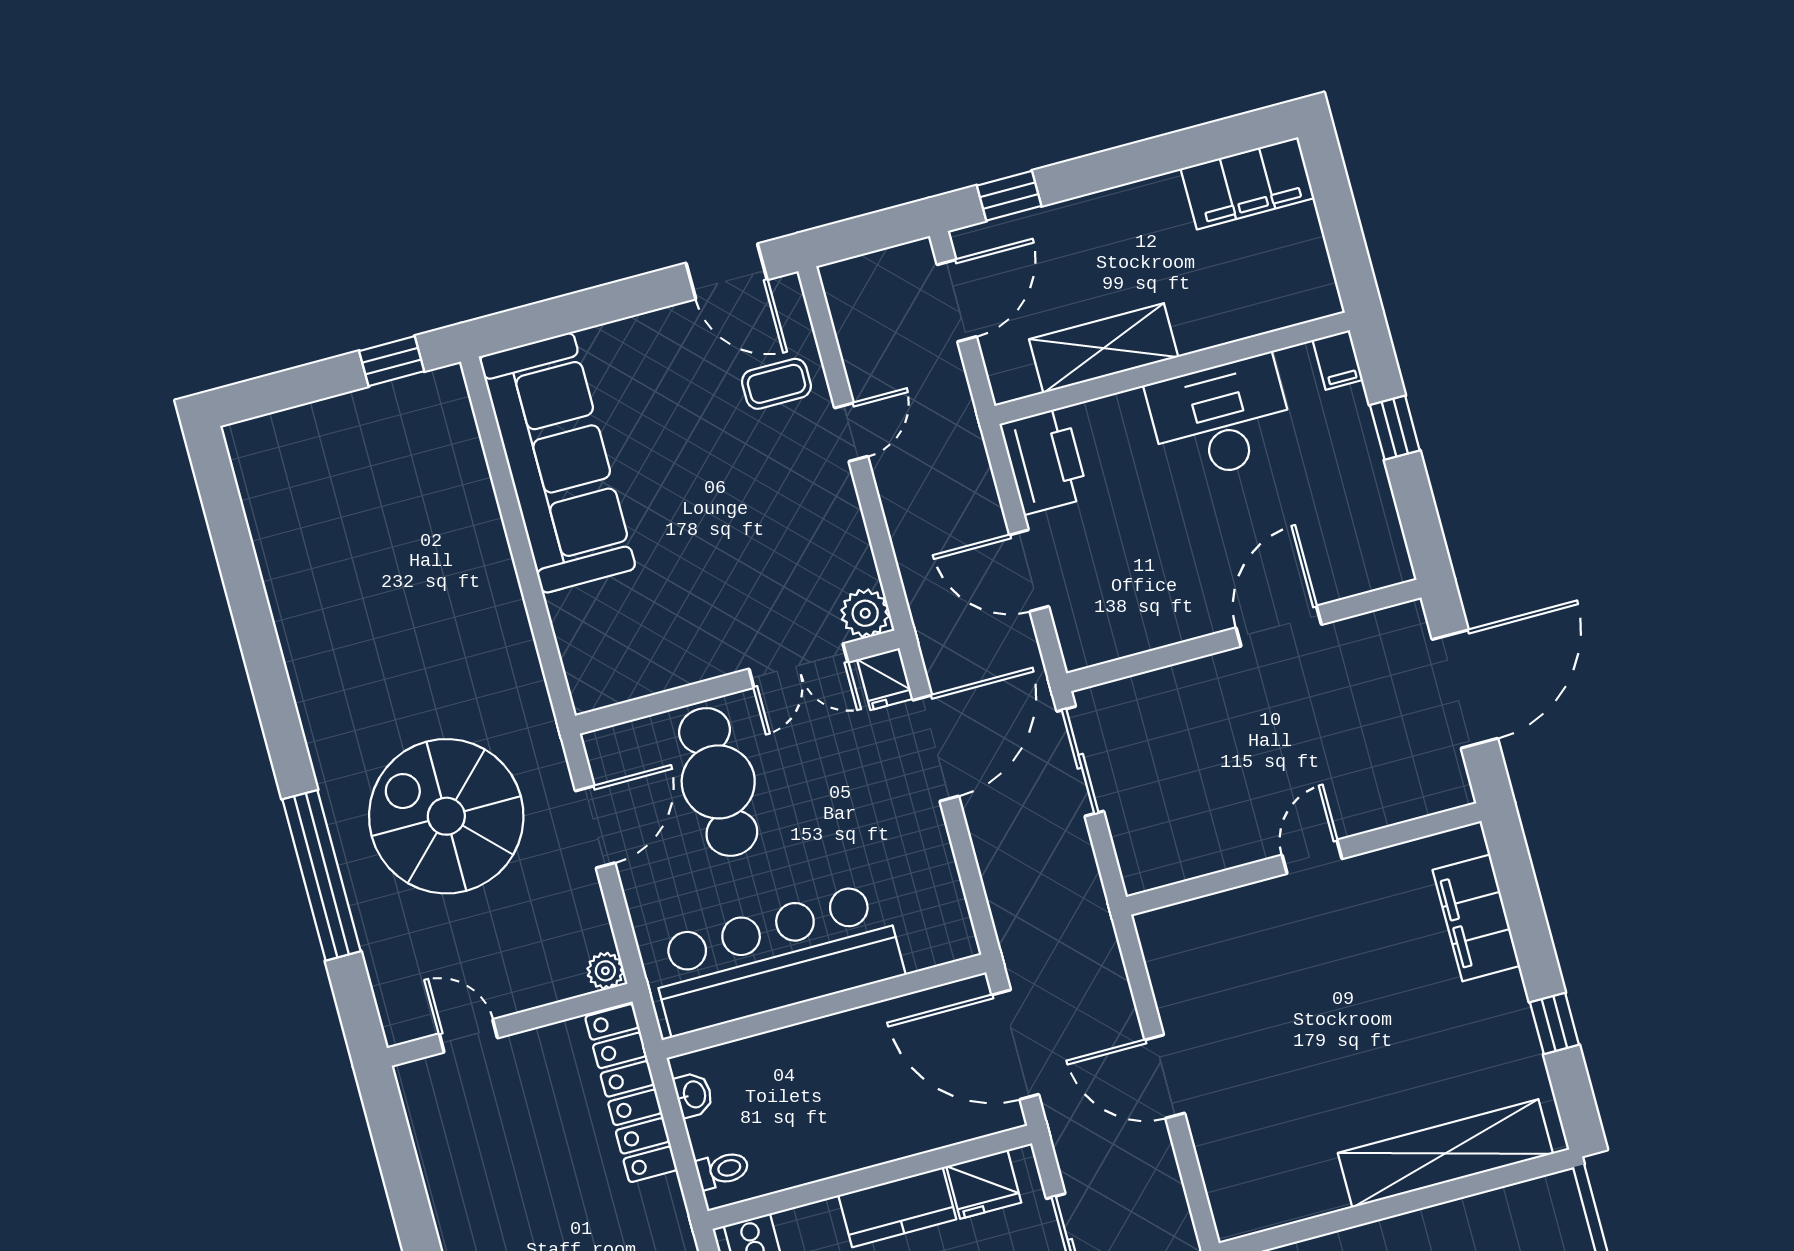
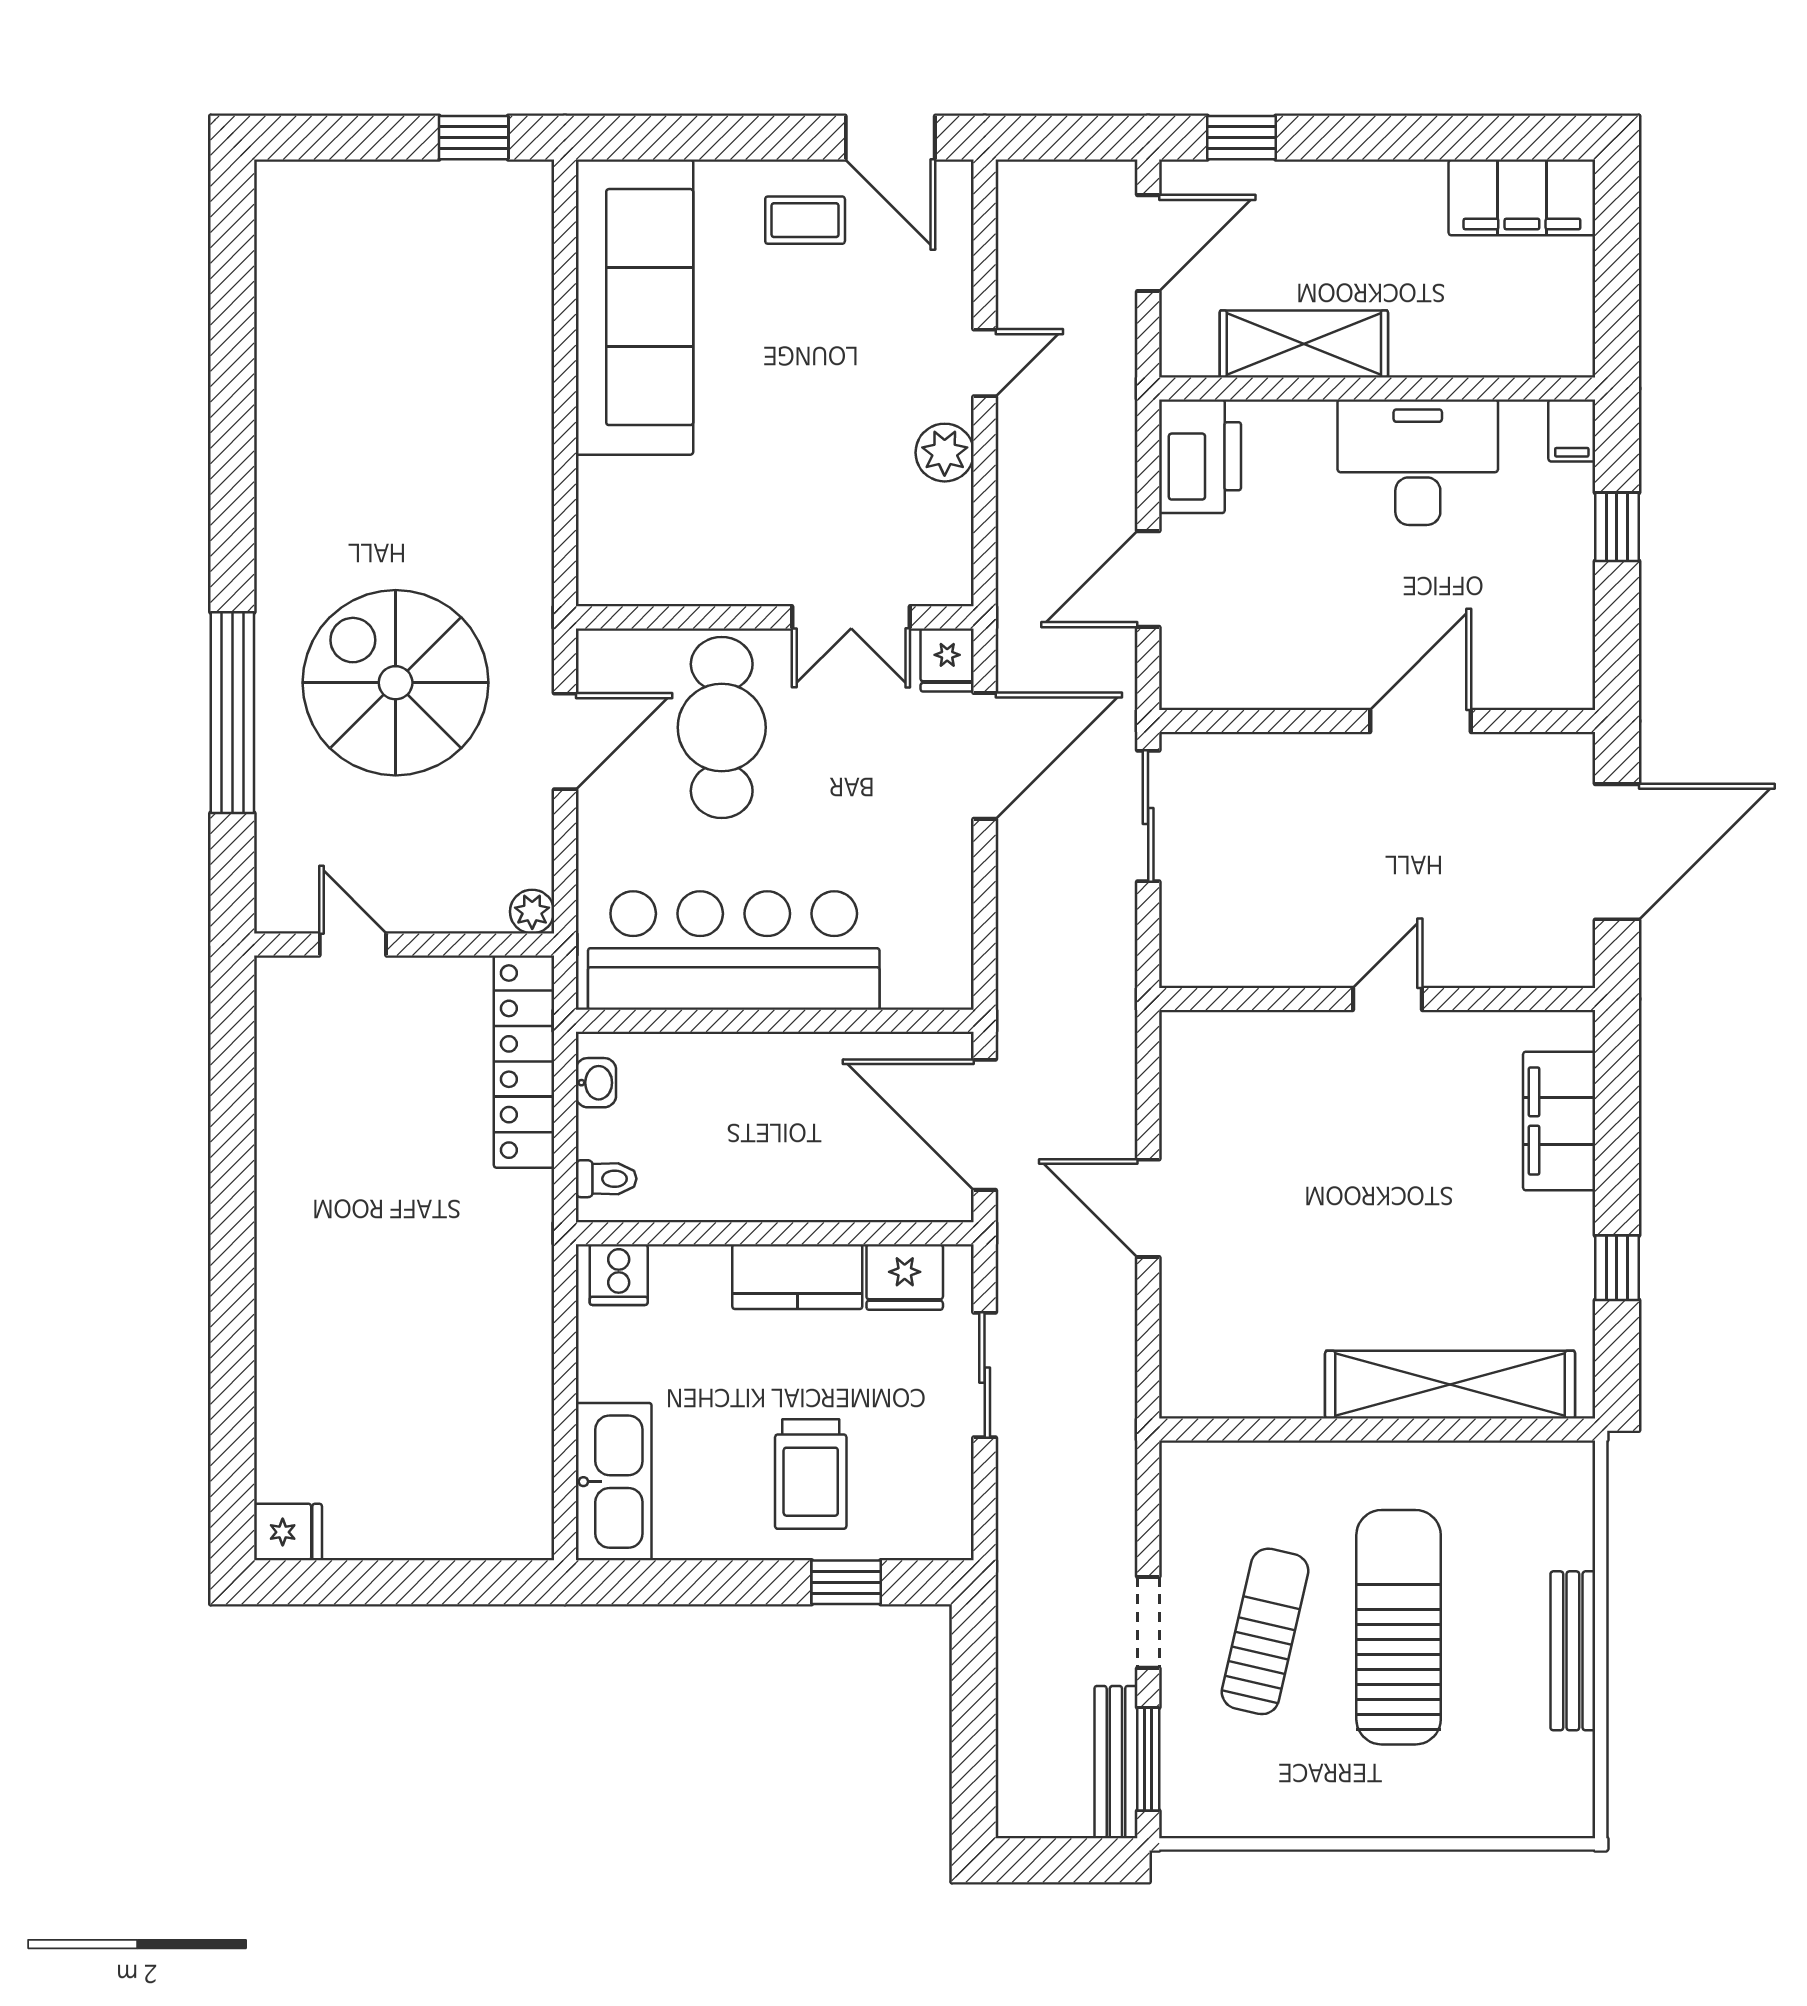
coffee table: (776, 384) -> (805, 220), moved
door: (1029, 571) -> (1148, 579), hinge flipped
plant: (865, 613) -> (945, 453), moved

